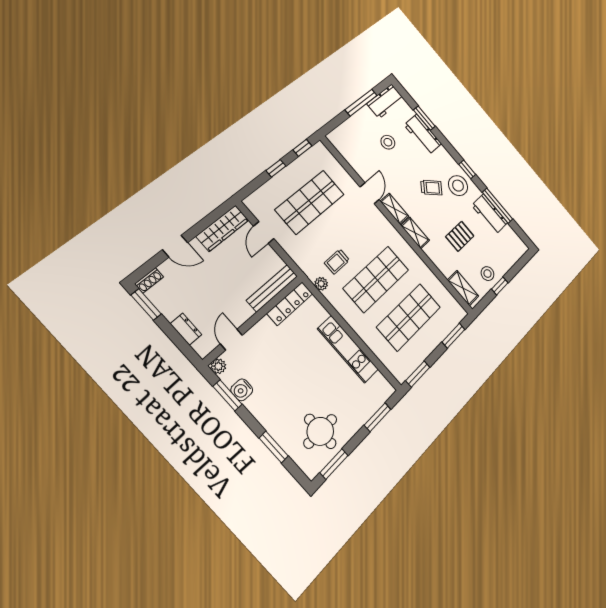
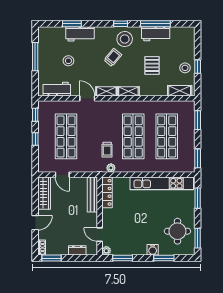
workbench: (386, 101) -> (57, 89), moved, turned -90
kitchen unit: (348, 349) -> (162, 183), width x1.36
water cooler: (242, 390) -> (153, 250), moved

